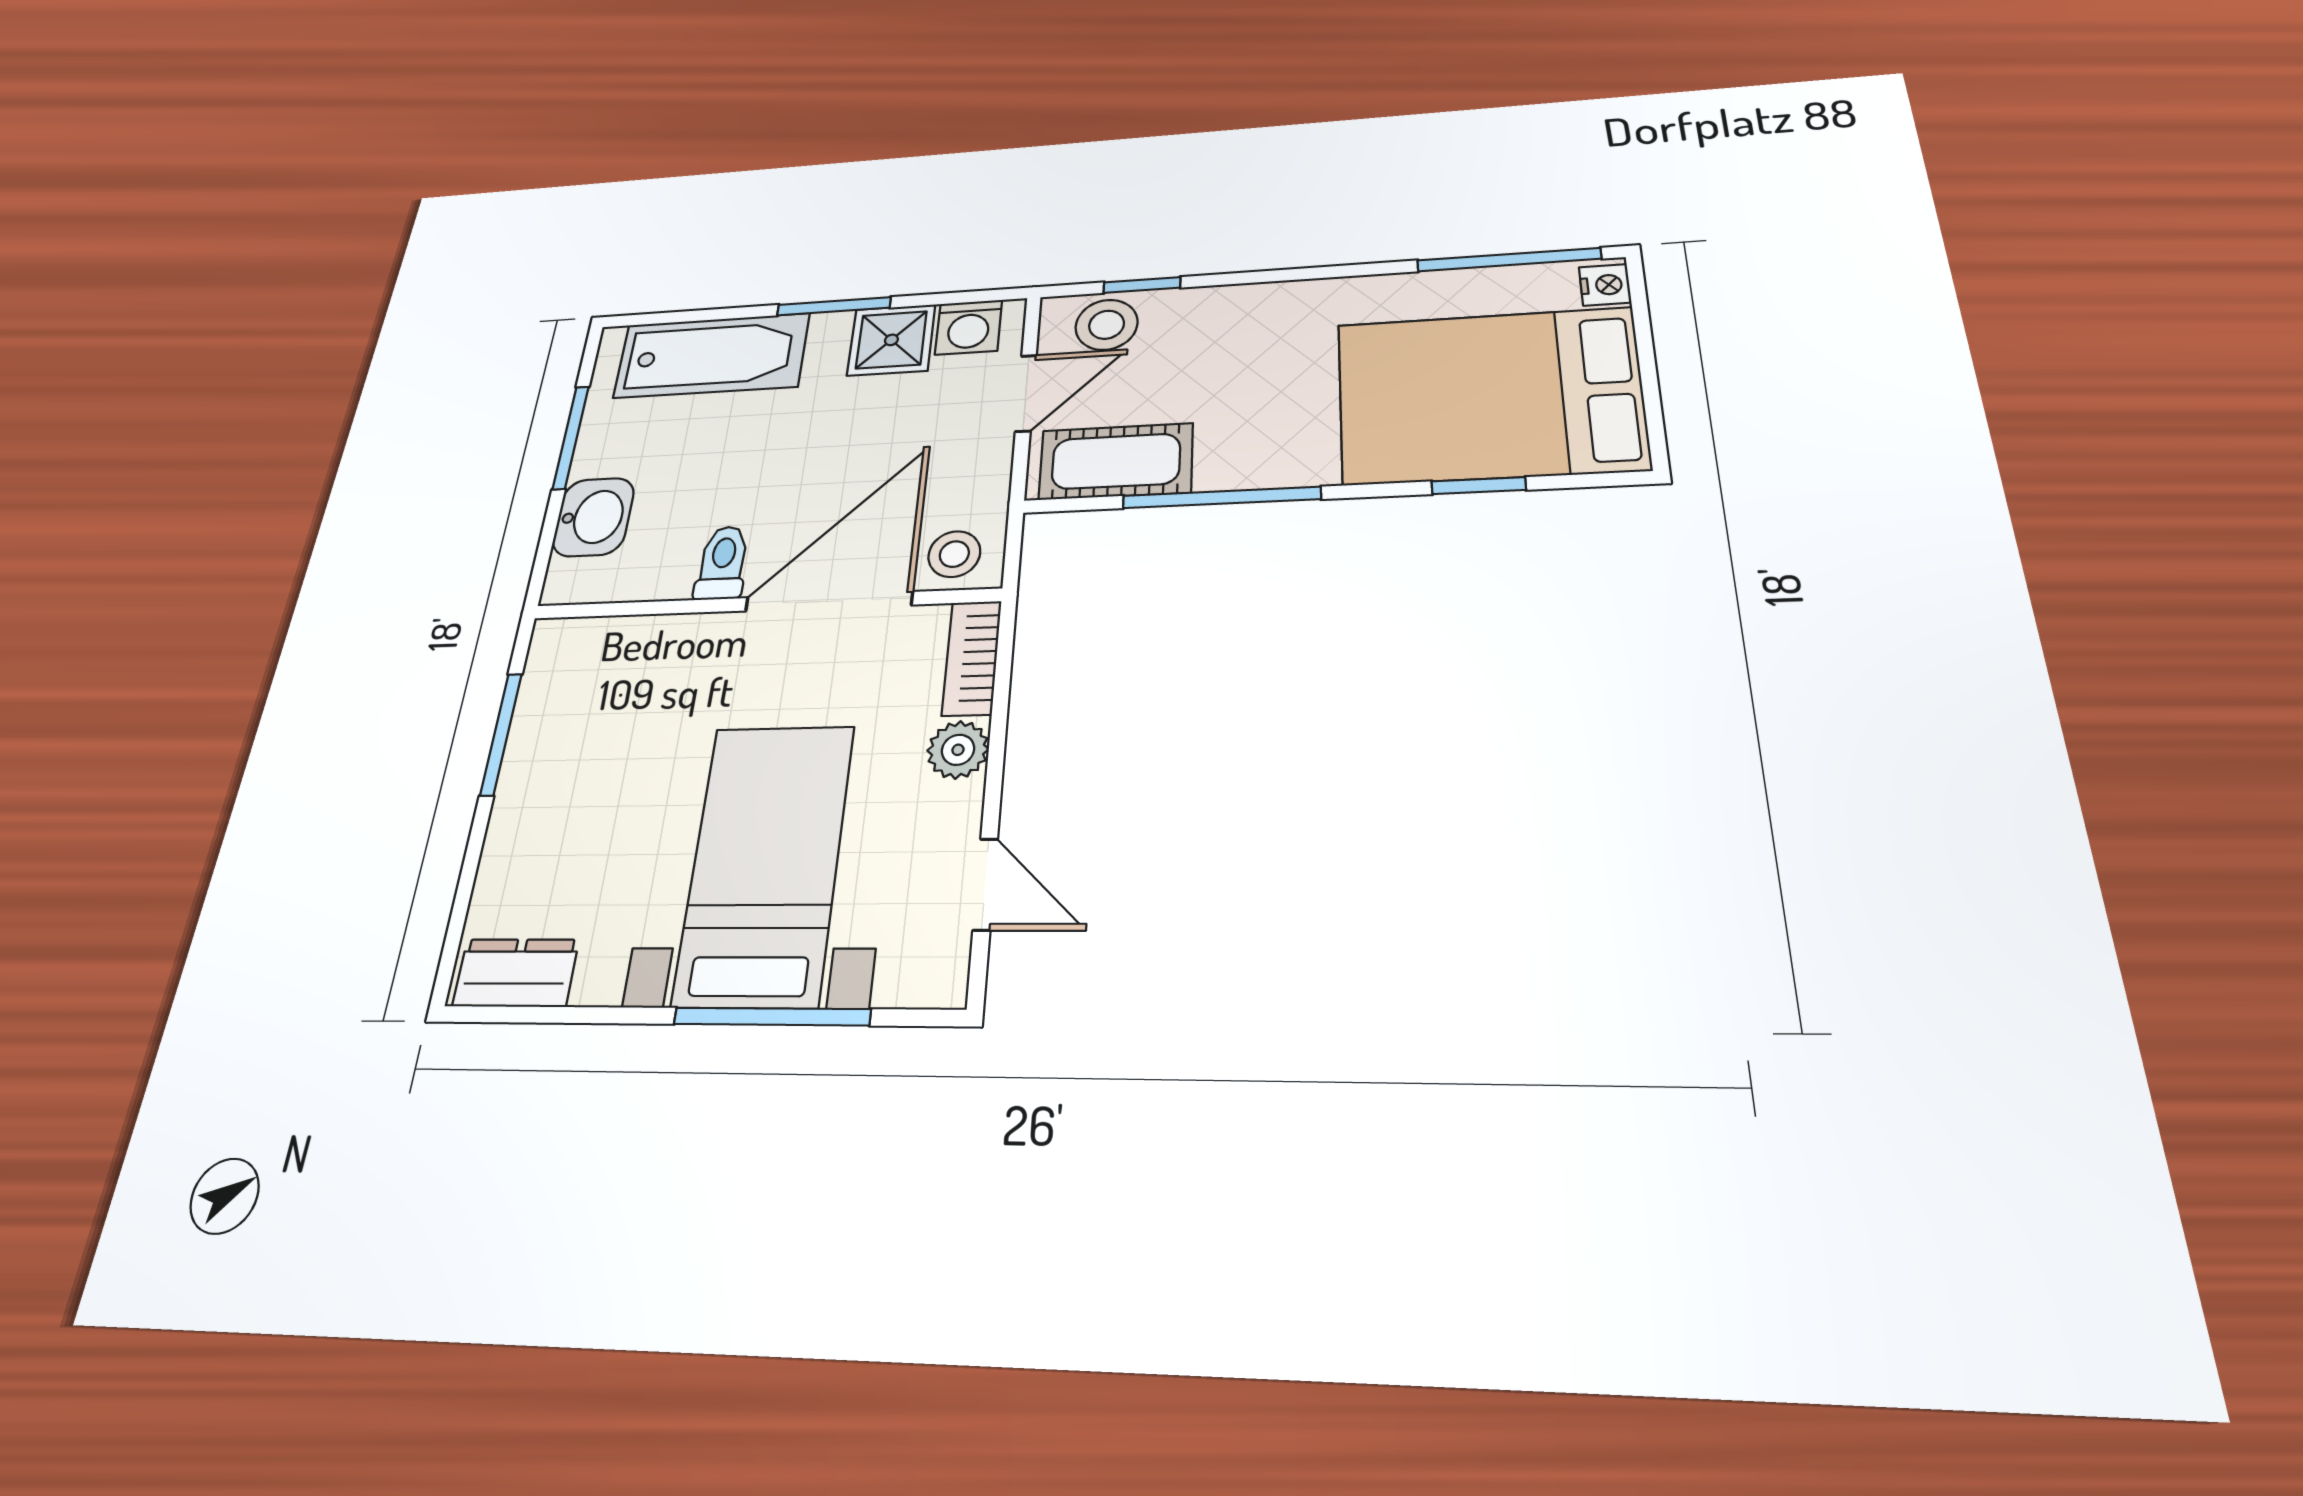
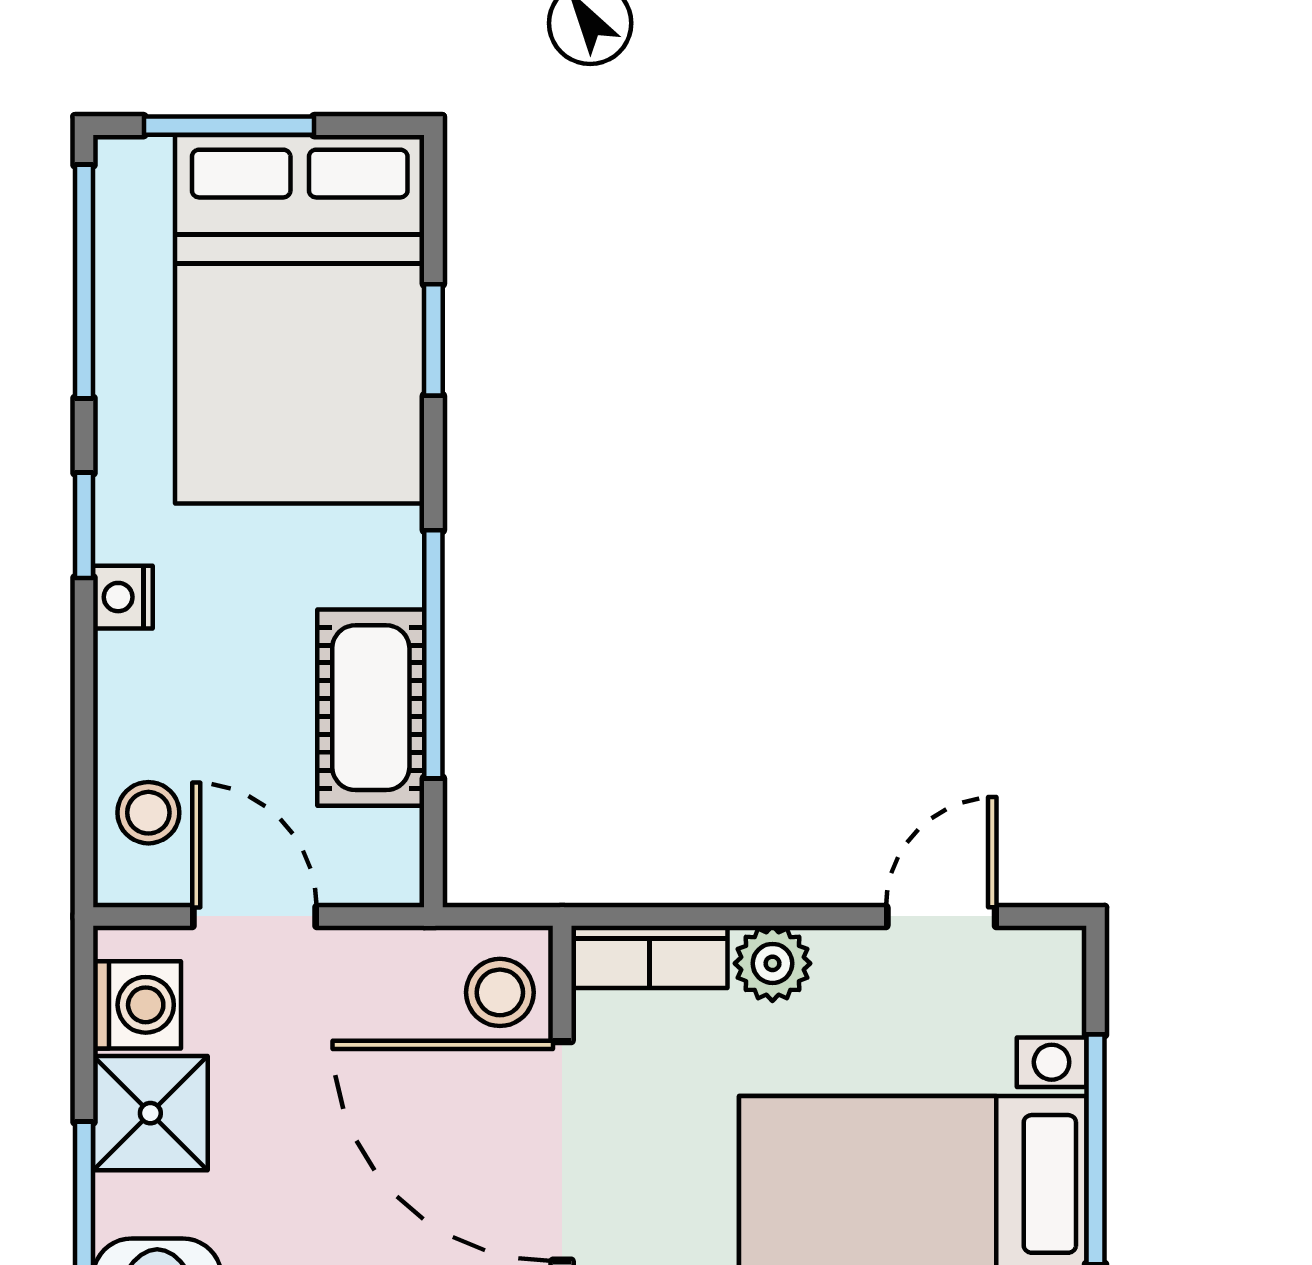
window: (1142, 285) -> (84, 525), moved
nightstand: (1605, 285) -> (123, 597), moved, turned -90
stool: (1107, 325) -> (148, 813), width x0.73, depth x0.73
window: (1644, 341) -> (229, 126), added
cot: (1116, 461) -> (371, 708), moved

